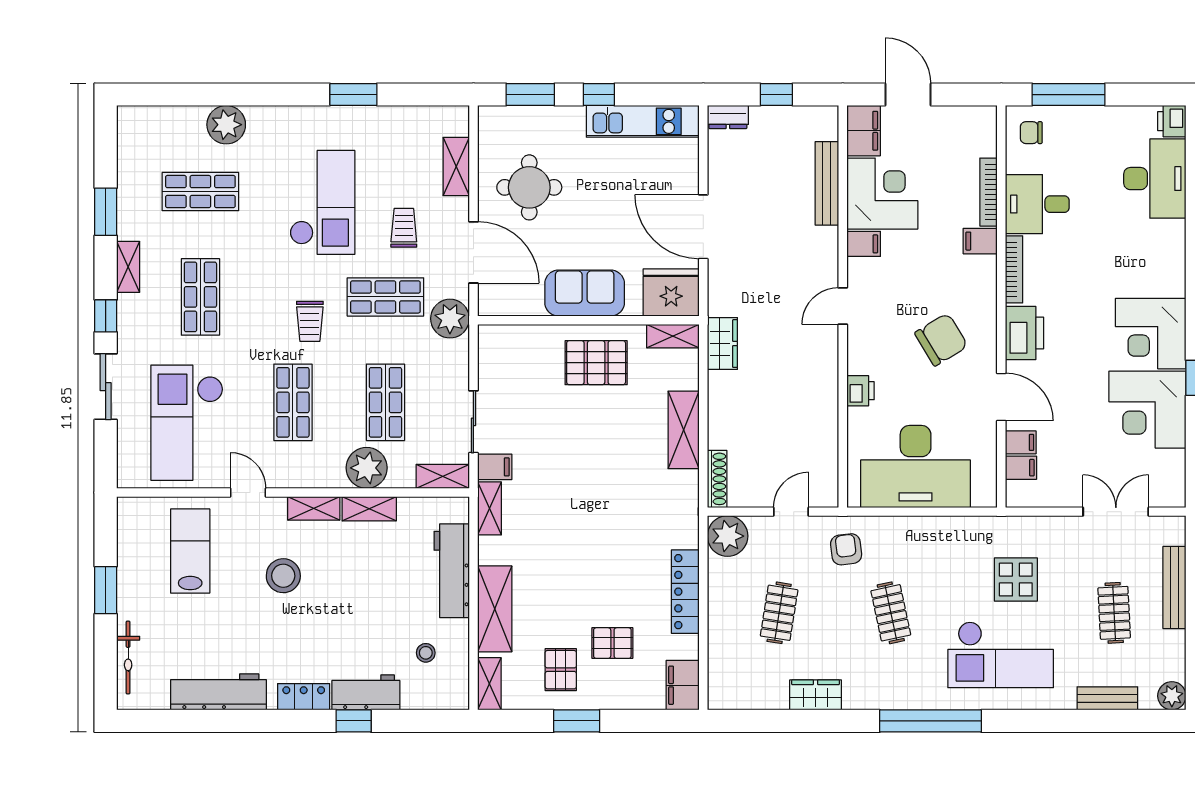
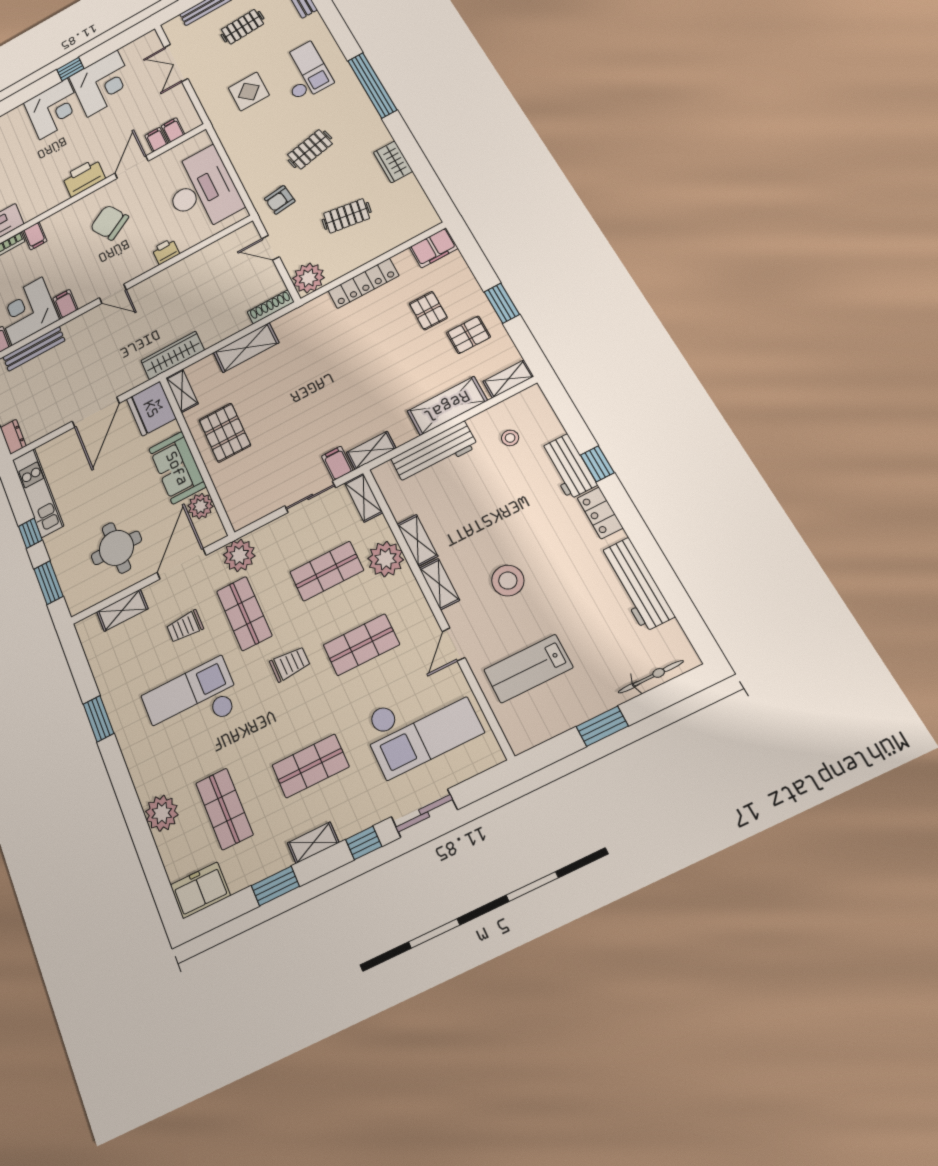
freezer: (135, 134) -> (200, 890), added
bookcase: (1014, 269) -> (45, 206), removed
plant: (527, 300) -> (200, 506), added
wardrobe: (722, 344) -> (173, 355), width x1.50
checkout: (1001, 655) -> (304, 72), width x0.73, depth x0.83

